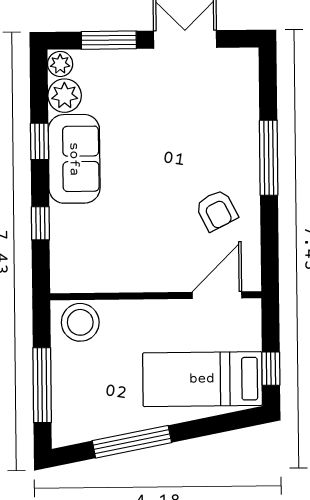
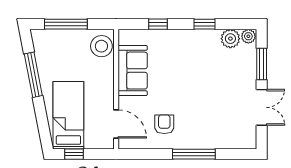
sofa: (74, 159) -> (133, 71), moved, turned -90
armchair: (217, 210) -> (164, 124), turned 117

